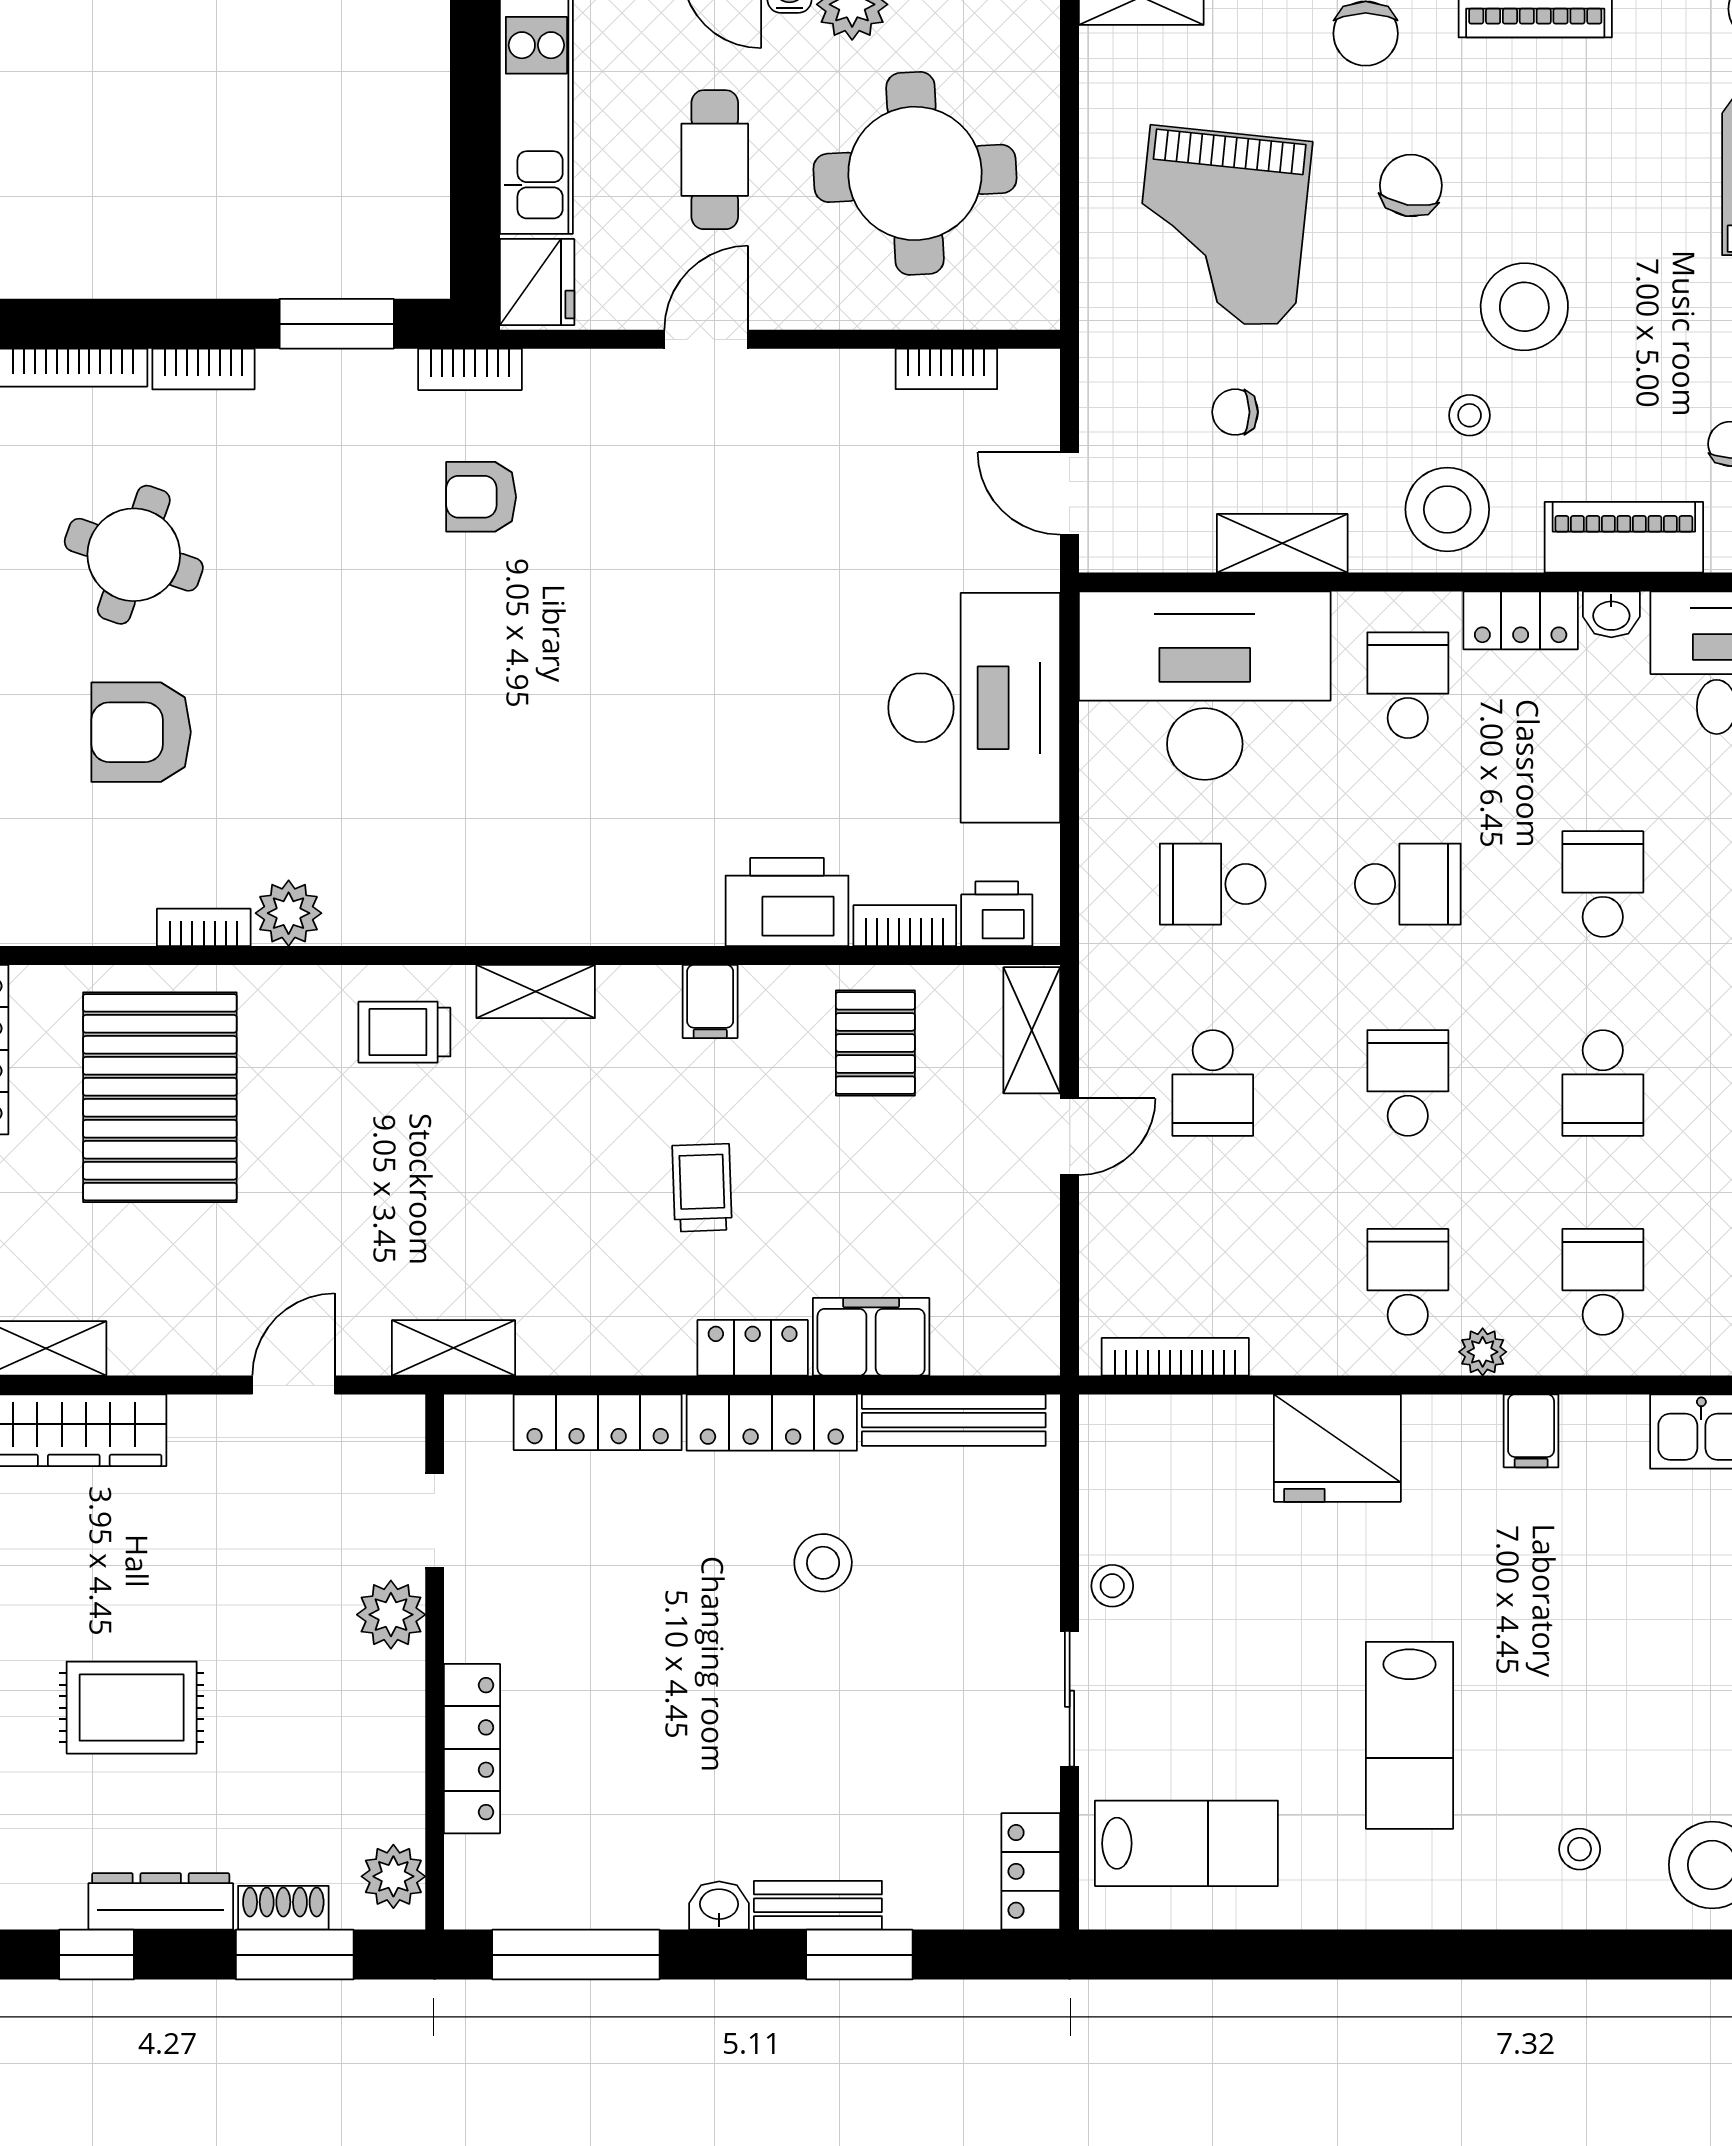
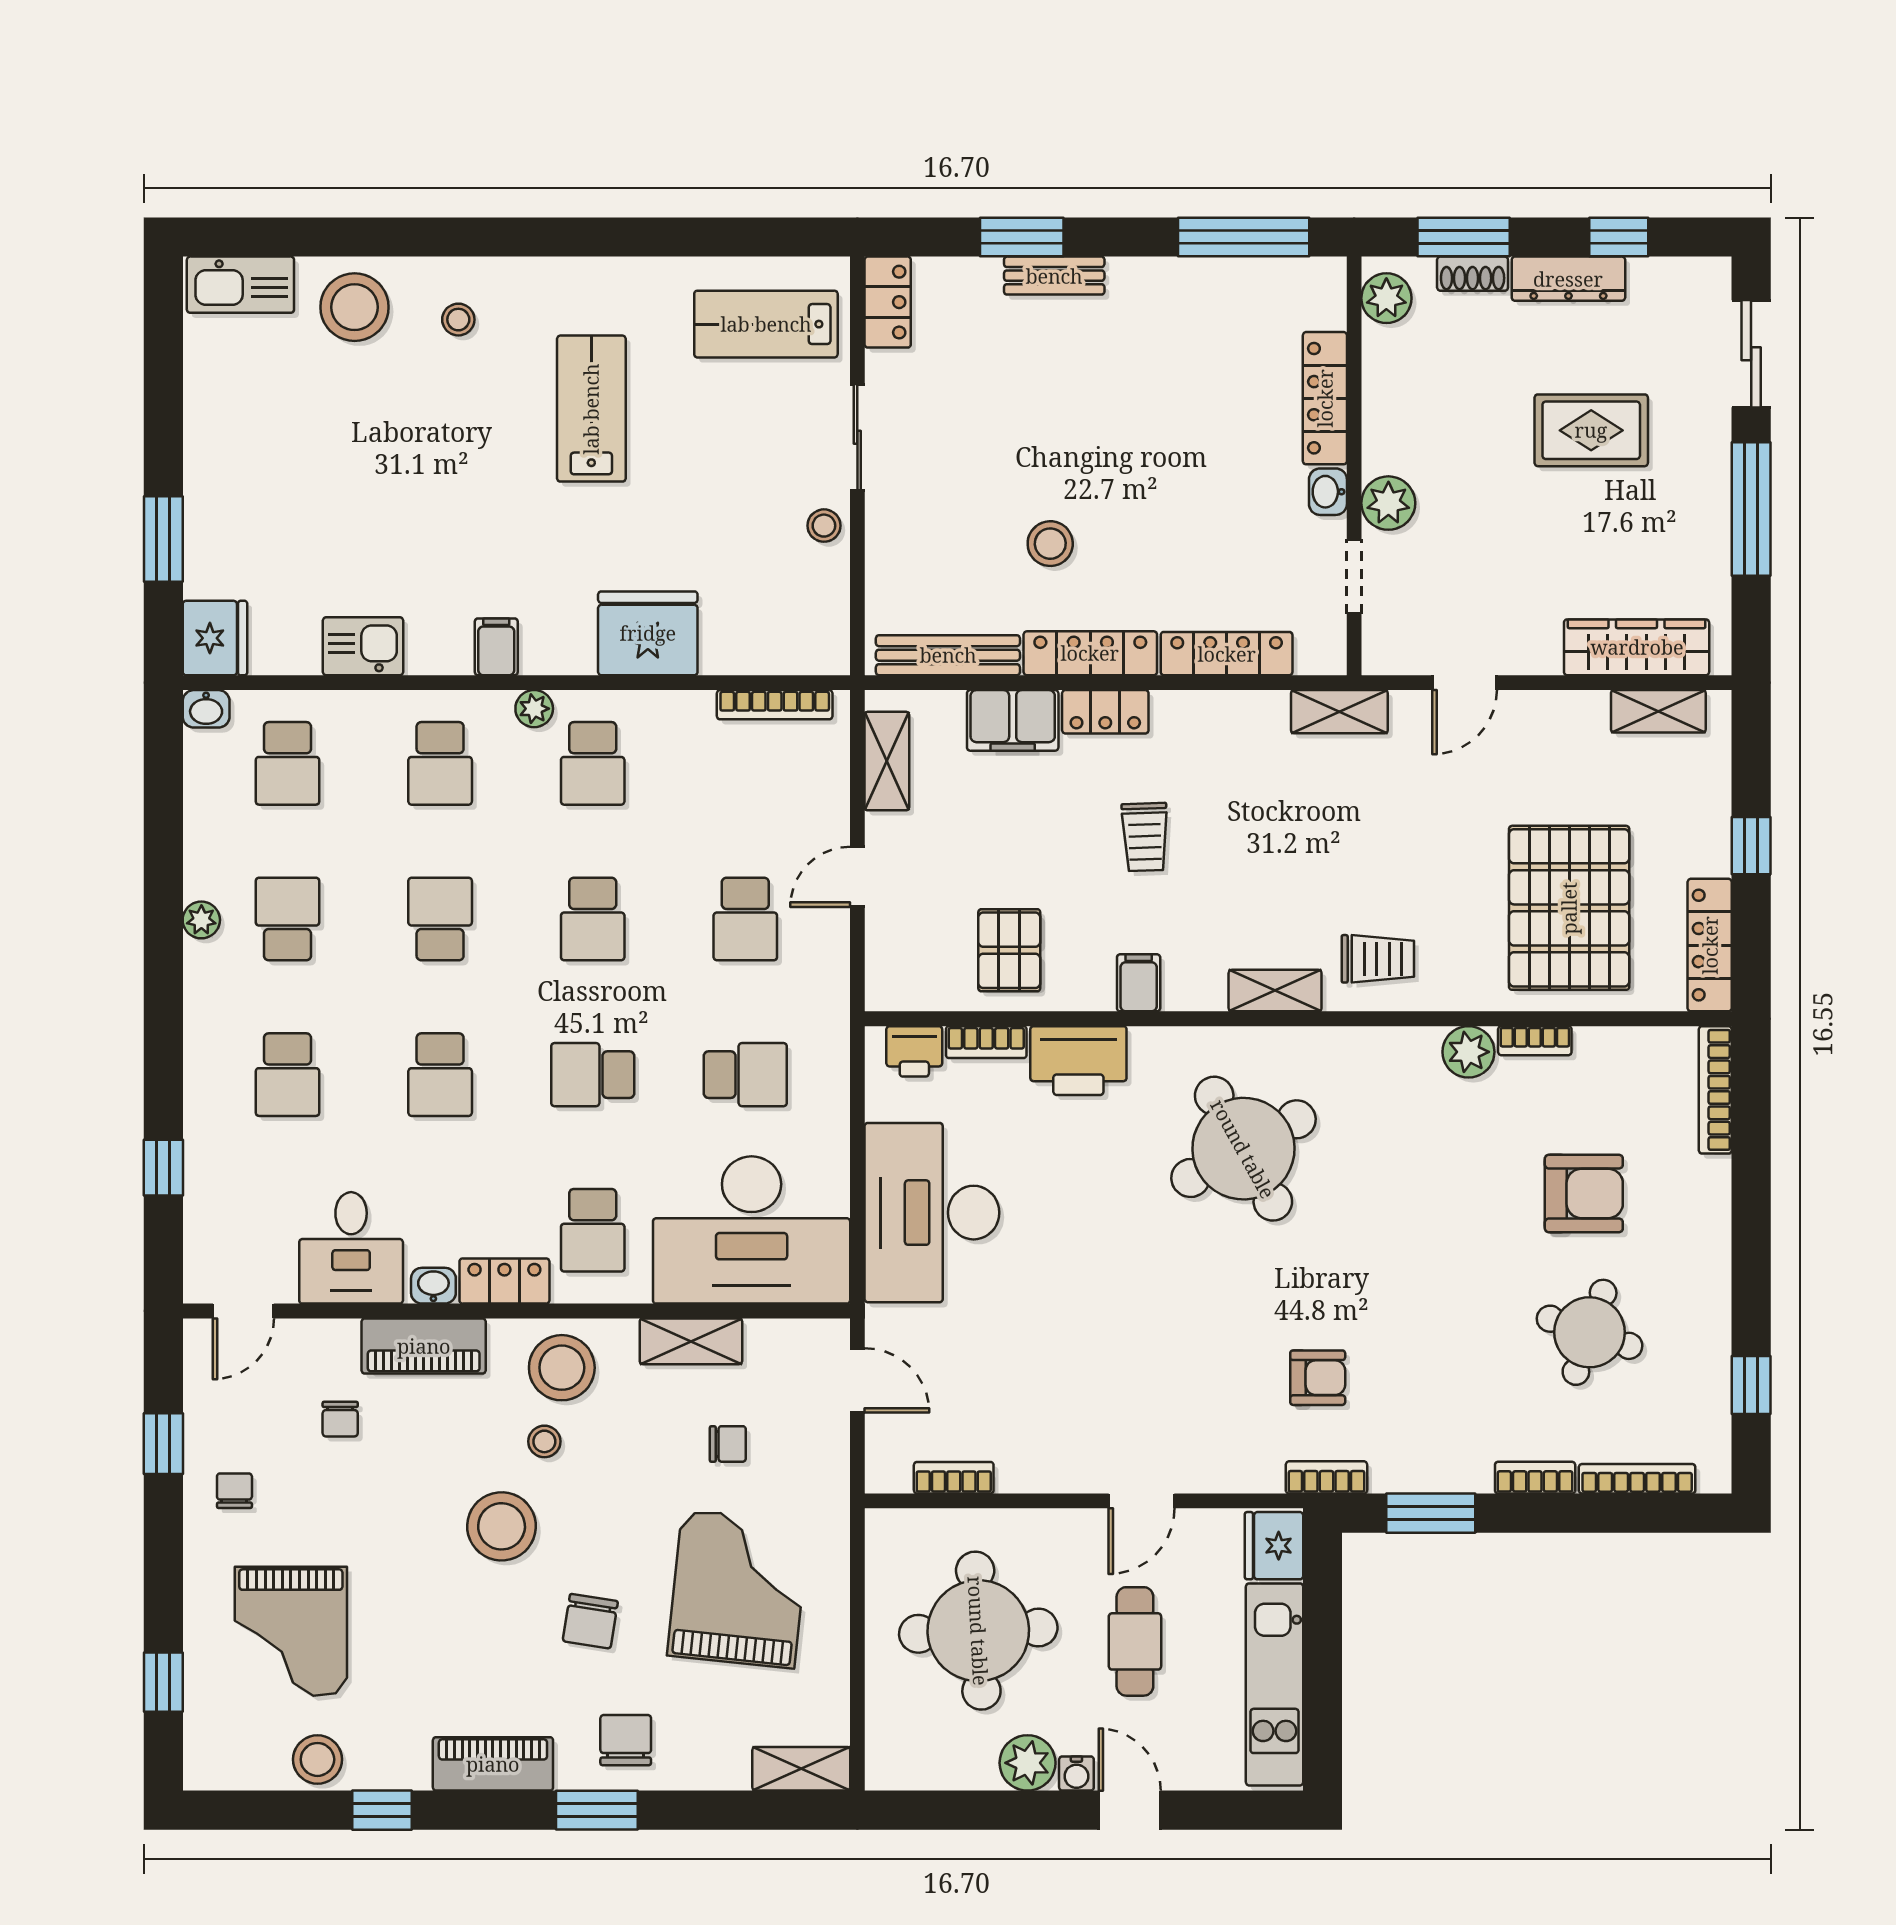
round table: (576, 789) -> (1243, 1149), added
shelving: (1032, 1030) -> (887, 761), moved
school desk: (1213, 1083) -> (745, 919), turned 180
washbasin: (719, 1906) -> (1328, 492), moved, turned 90

